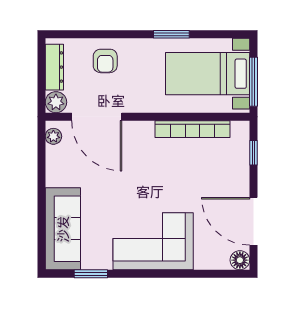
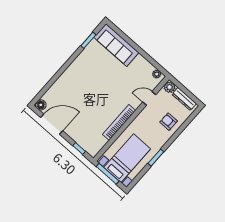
door: (97, 117) -> (149, 98), width x0.53
bookcase: (193, 129) -> (119, 122), moved
corner sofa: (153, 241) -> (79, 77), removed

